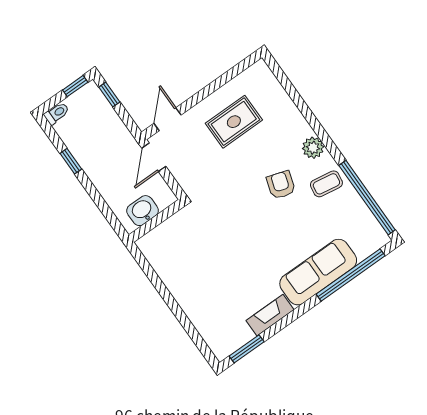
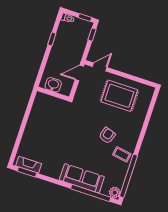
rug: (234, 122) -> (119, 96), width x1.36, depth x1.43
plant: (313, 148) -> (115, 193), moved
fireplace: (270, 315) -> (29, 165), moved

